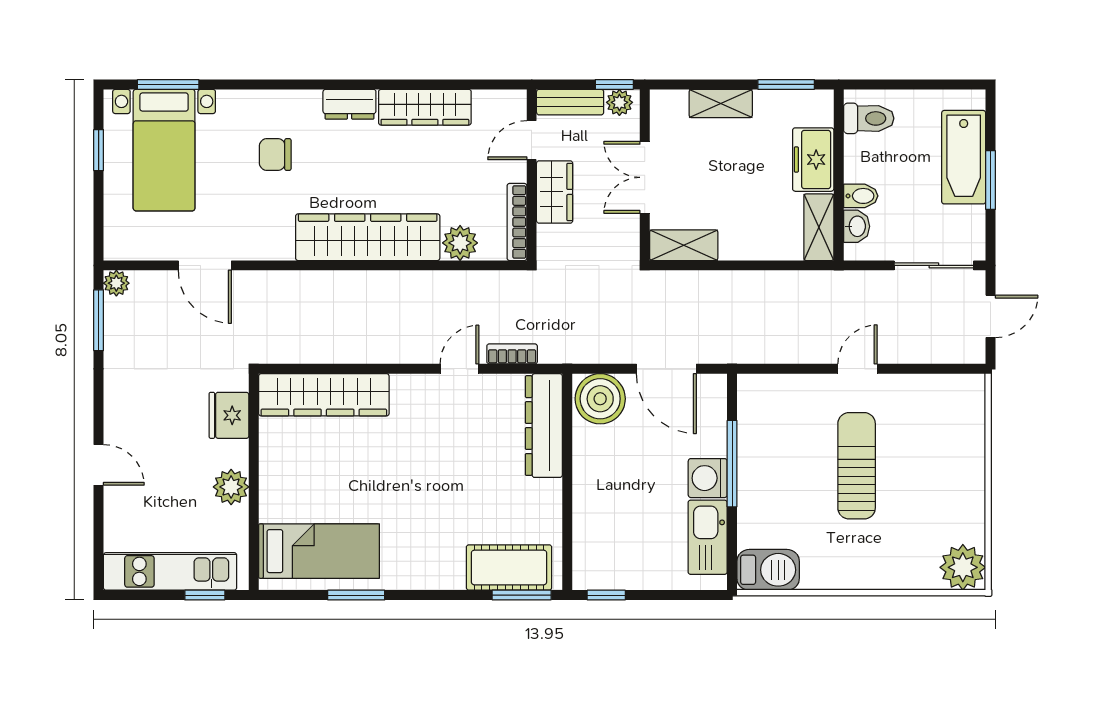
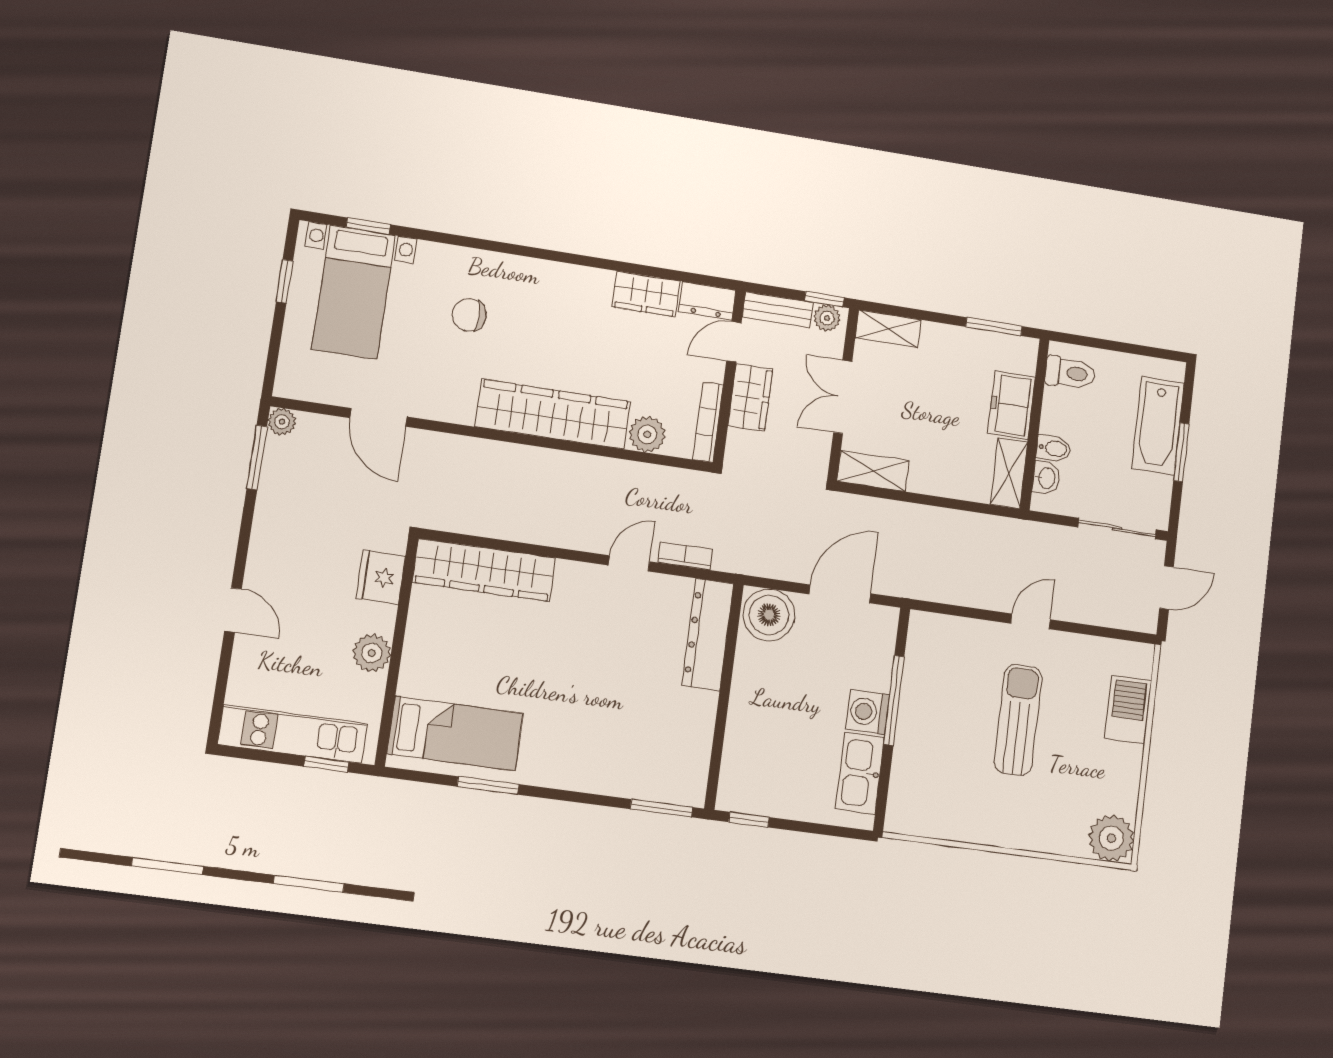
window: (168, 84) -> (368, 226), width x0.67
shelving: (721, 103) -> (888, 329), moved
dresser: (349, 104) -> (707, 301), moved
wardrobe: (425, 107) -> (646, 294), width x0.67
door: (666, 369) -> (840, 594), swing flipped
cot: (509, 567) -> (652, 777), removed
barbecue: (768, 570) -> (1128, 710), moved, turned -90

